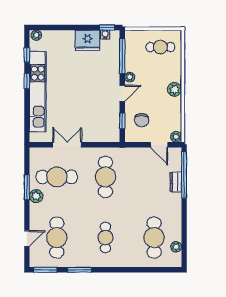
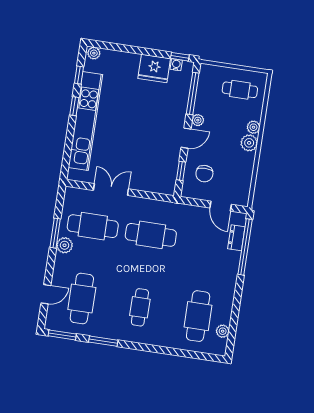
plant: (176, 137) -> (253, 127), moved
cafe table: (105, 177) -> (151, 235), turned 90
dresser: (176, 182) -> (236, 238), moved

